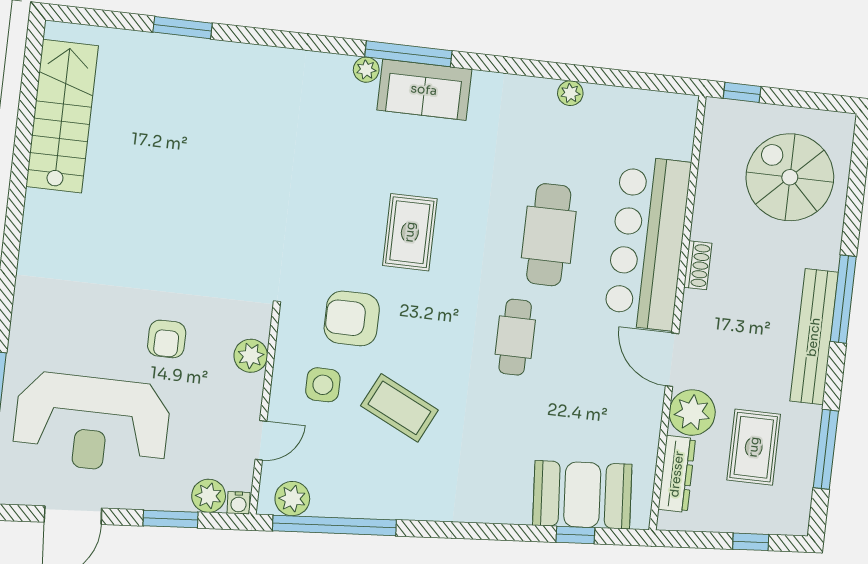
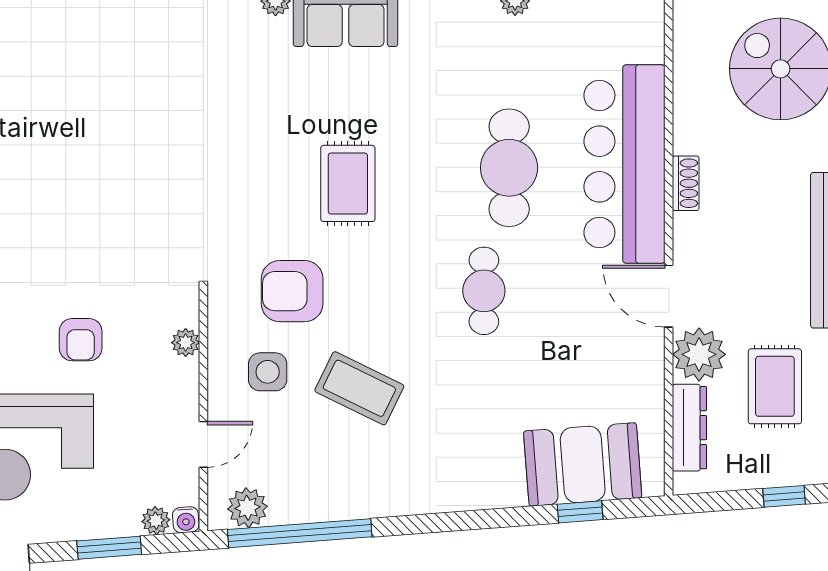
plant: (251, 356) -> (186, 343), width x0.73, depth x0.73
plant: (209, 496) -> (156, 521), width x0.73, depth x0.73

